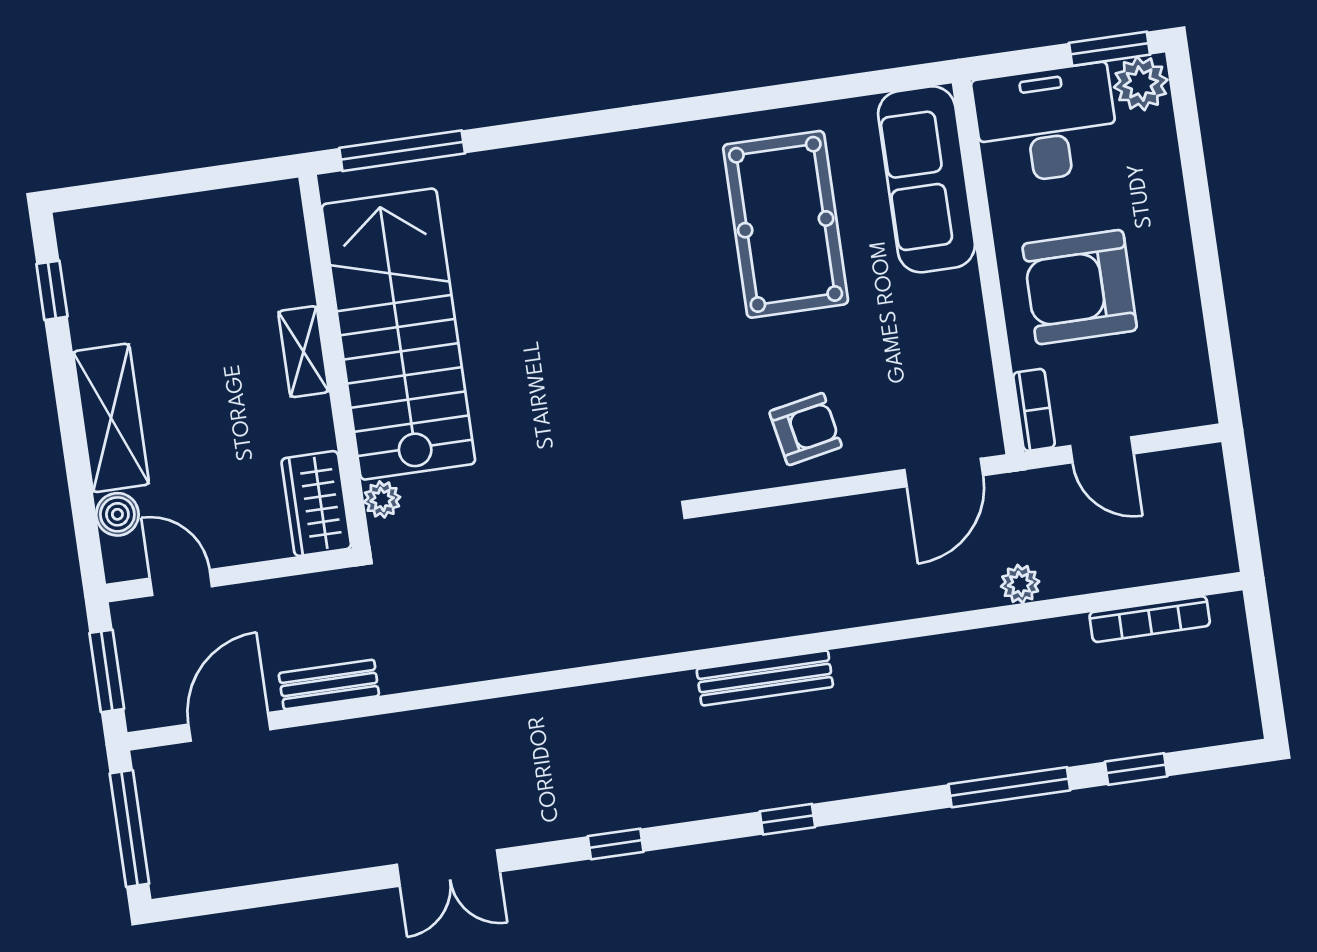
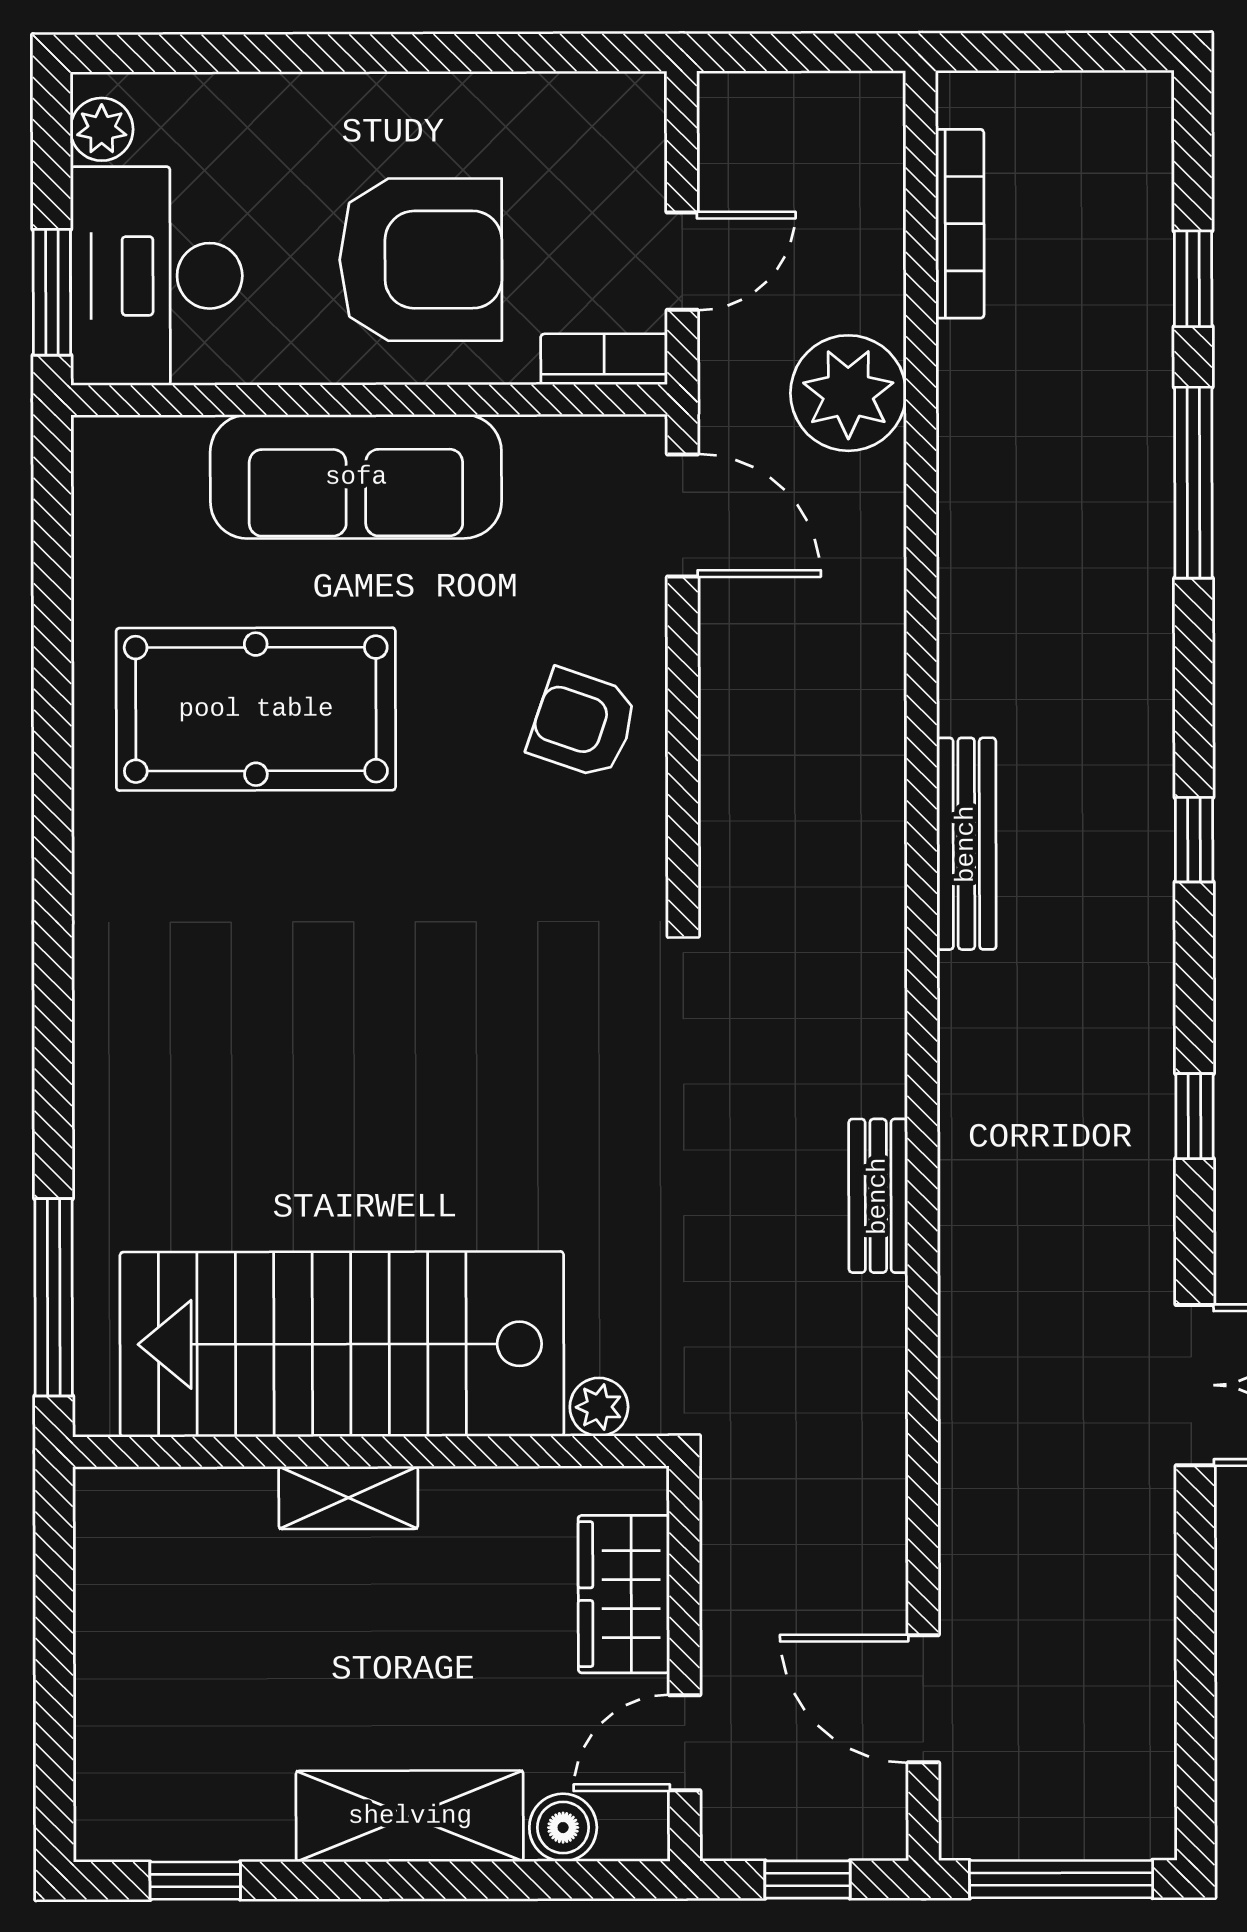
window: (1110, 49) -> (52, 292), moved
plant: (1141, 83) -> (102, 129), width x0.73, depth x0.73
sofa: (927, 179) -> (356, 477), moved
armchair: (1080, 287) -> (421, 260), turned -90
armchair: (806, 429) -> (583, 724), turned -60
wardrobe: (316, 504) -> (624, 1594), moved, turned 90
plant: (1020, 584) -> (848, 393), width x1.87, depth x1.87
window: (107, 671) -> (807, 1880), width x0.67
bench: (329, 684) -> (878, 1196), moved

